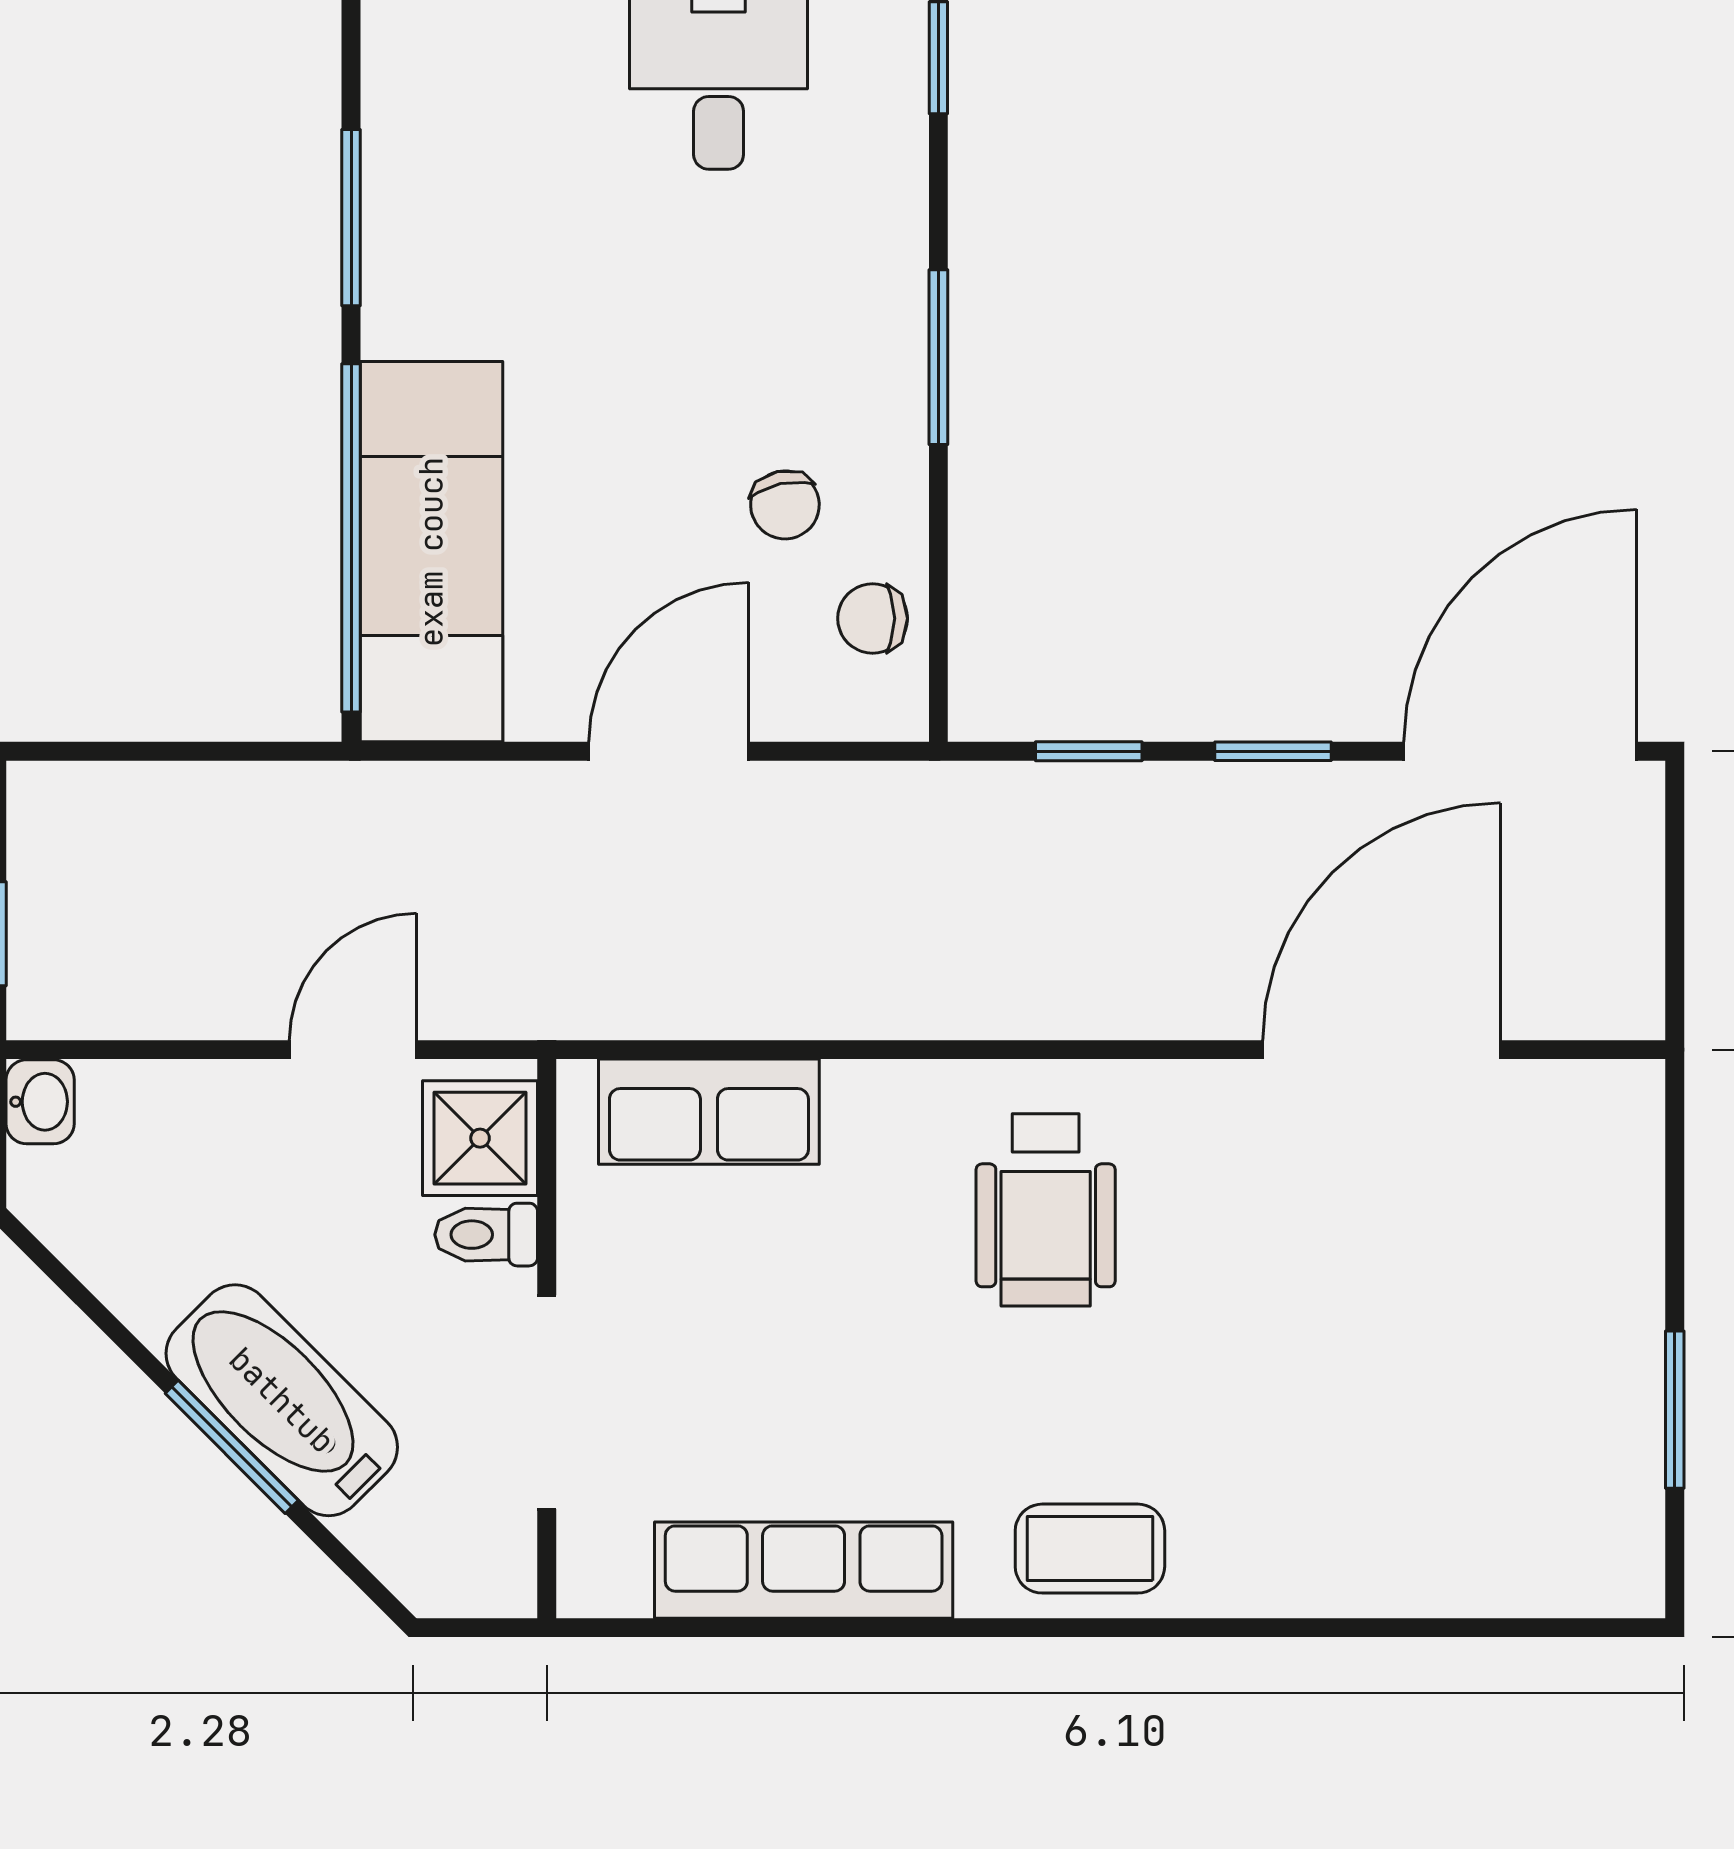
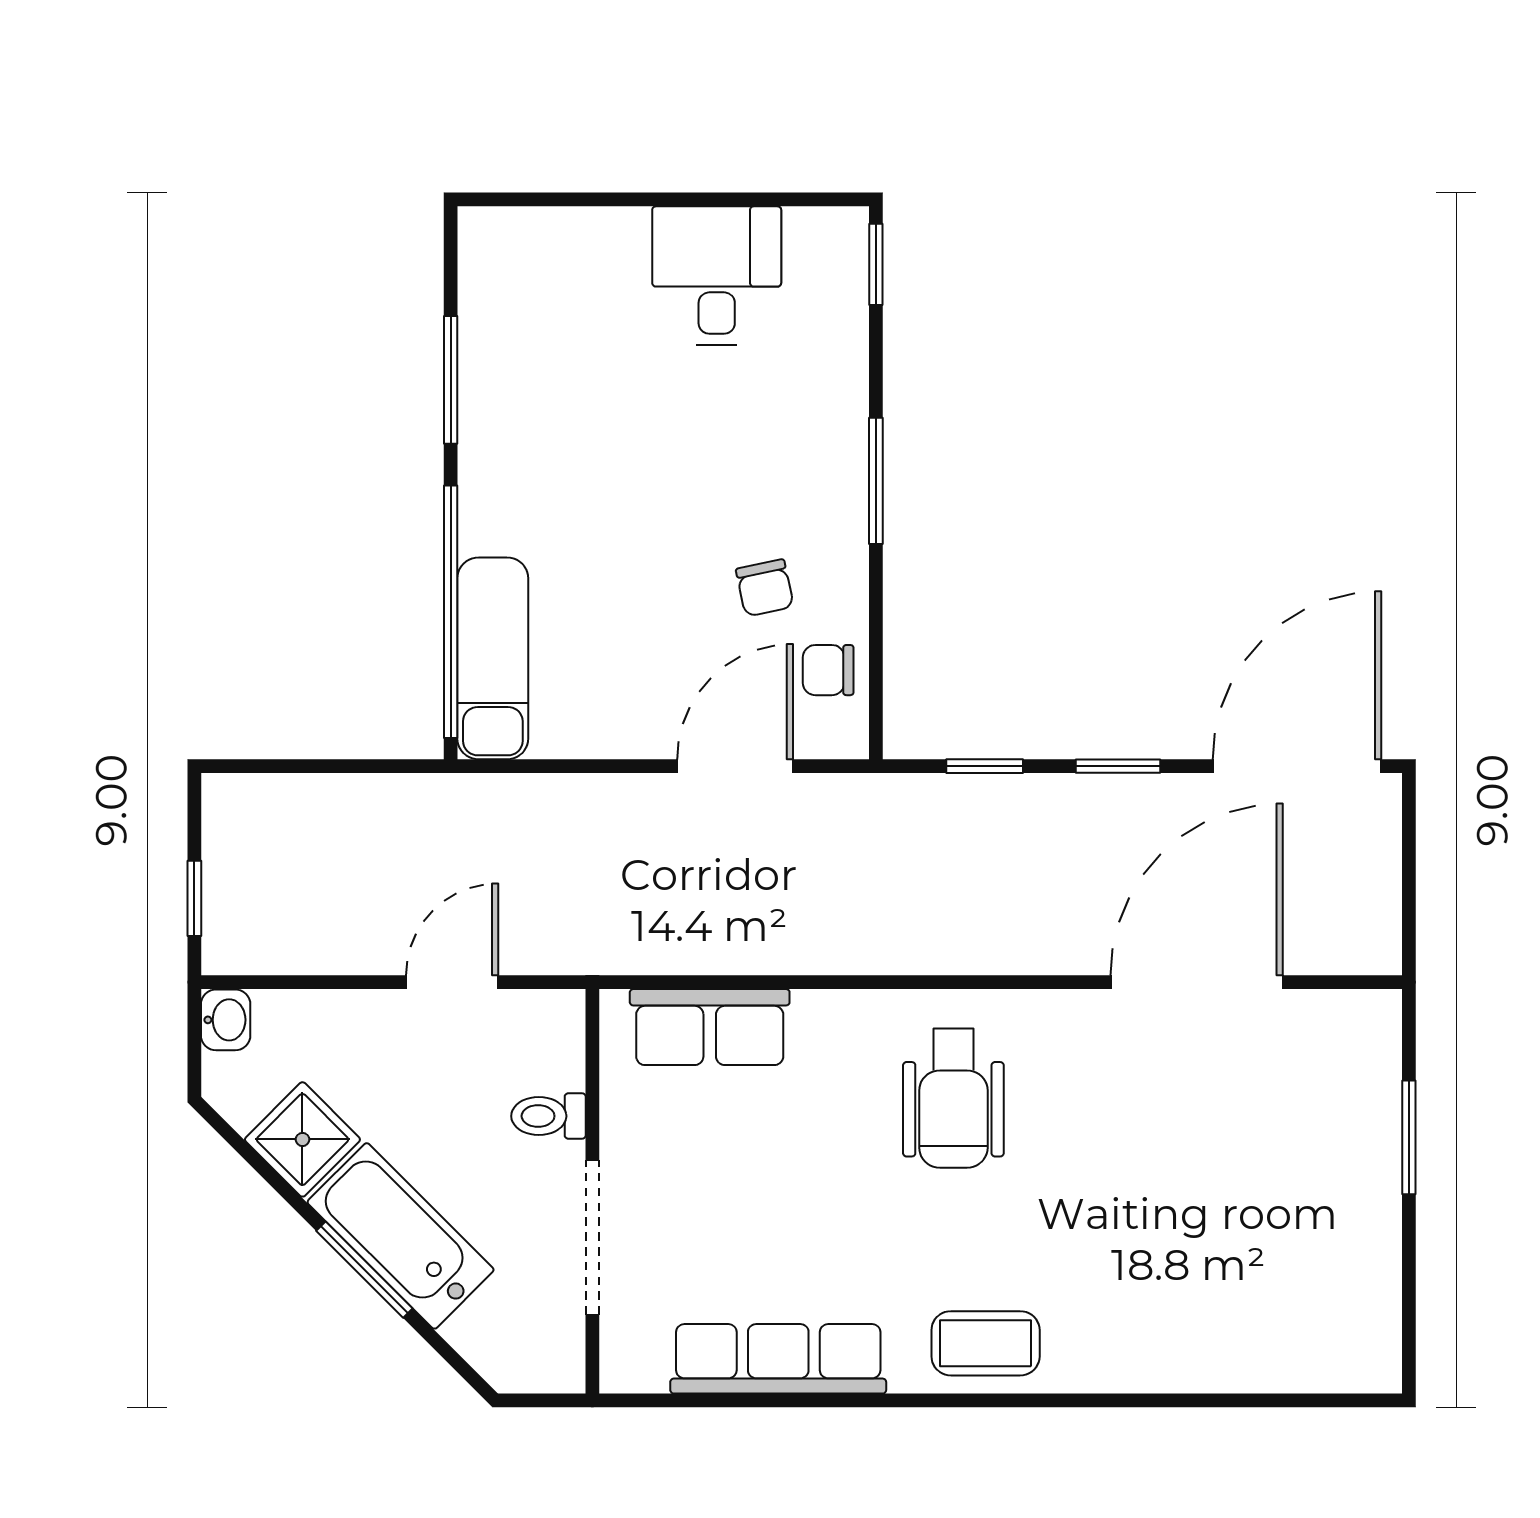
exam couch: (431, 552) -> (493, 658), width x0.73, depth x0.69
door: (669, 751) -> (735, 766), moved
shower: (480, 1138) -> (302, 1139), moved, turned 45
window: (1675, 1410) -> (1409, 1137), moved

